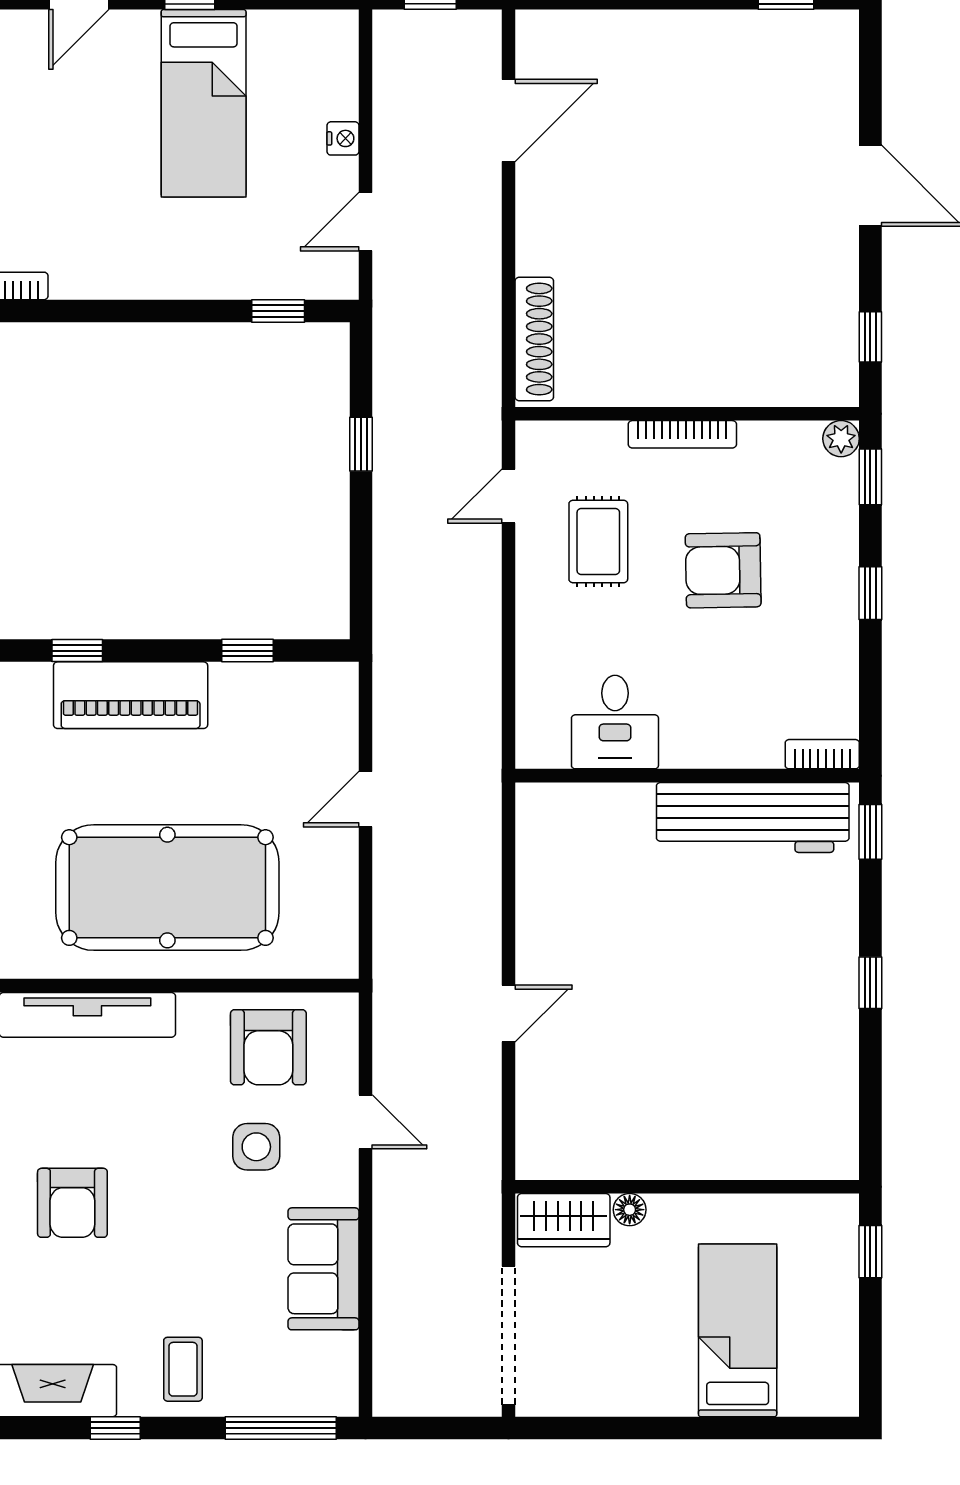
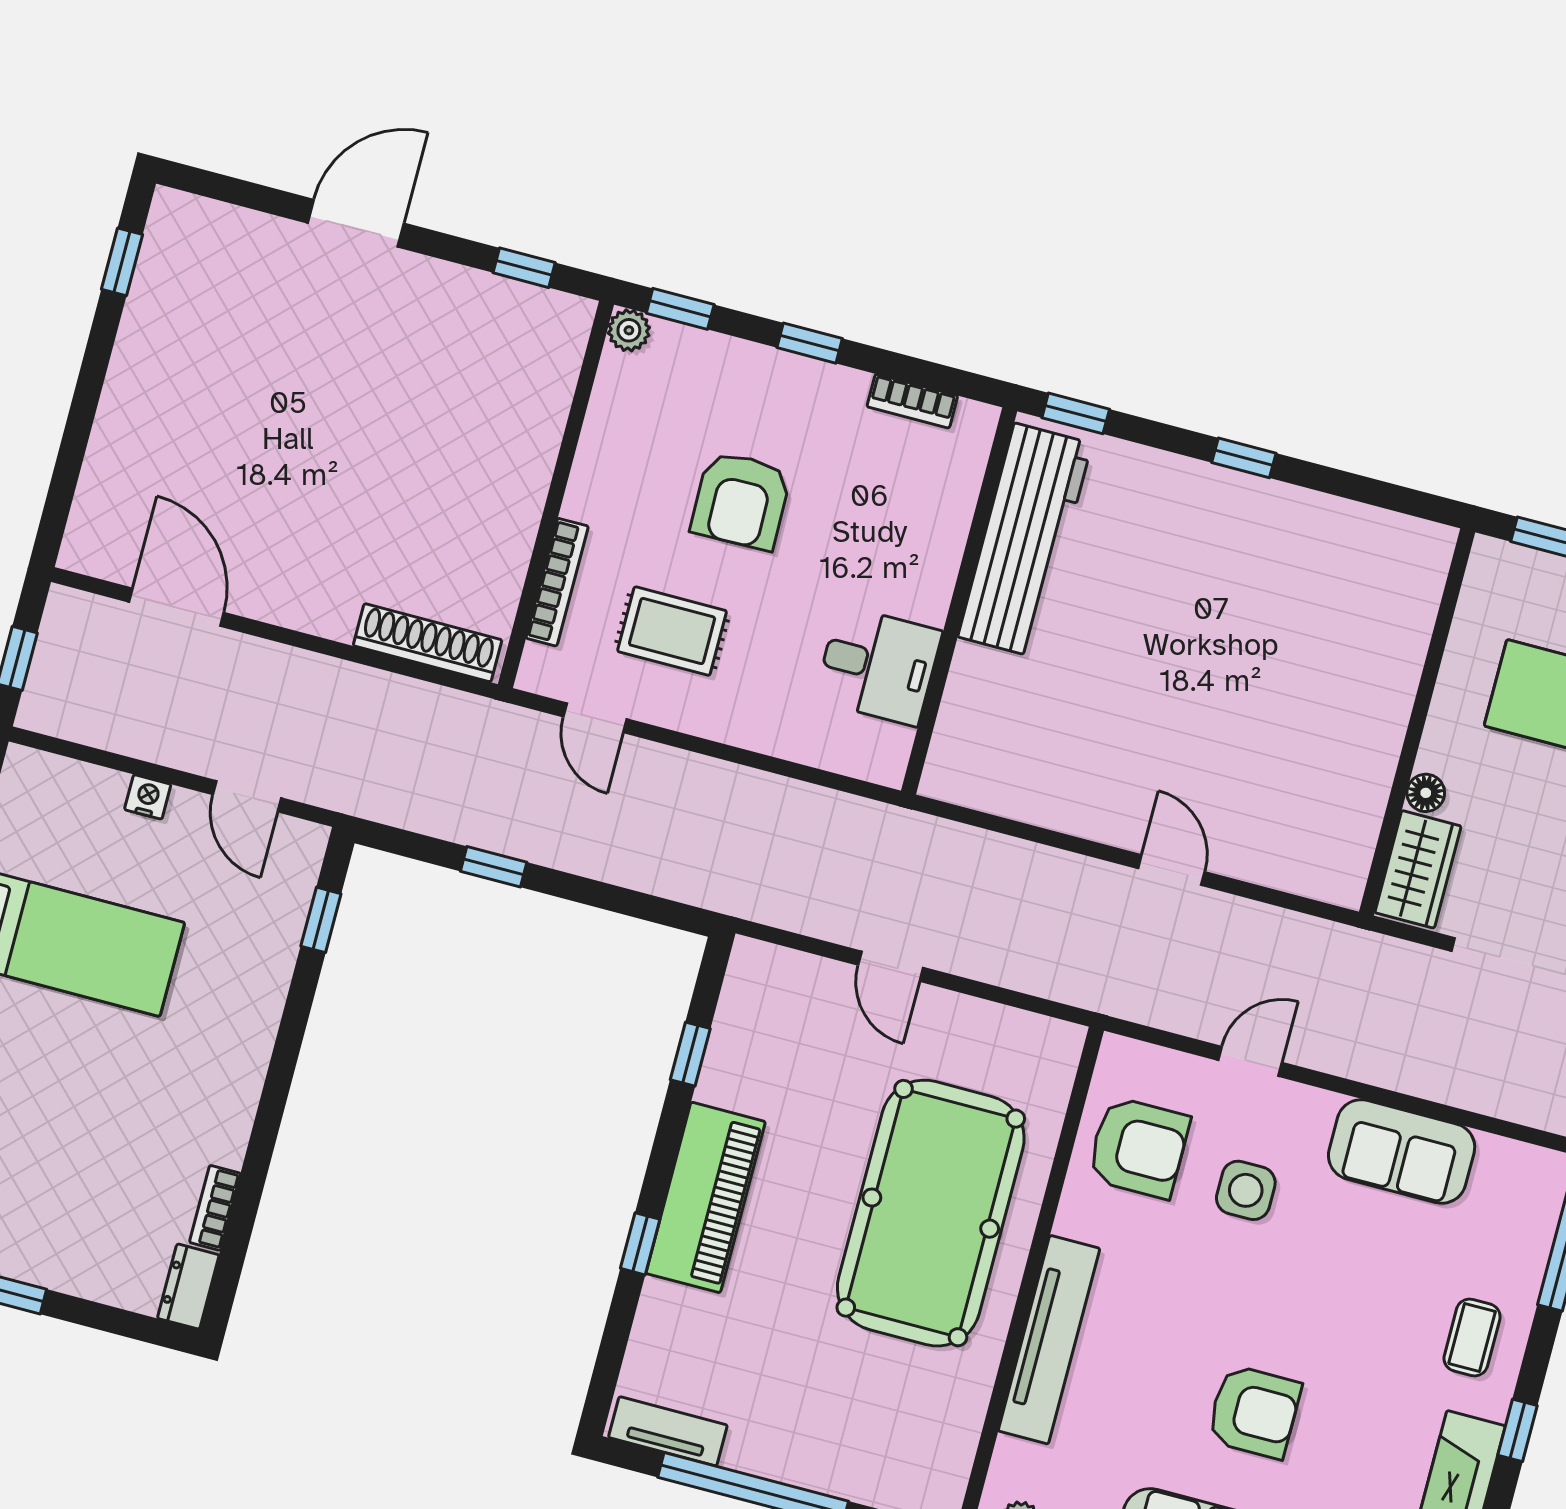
bookcase: (682, 434) -> (557, 582), moved
bookcase: (822, 754) -> (912, 401), moved, turned -90
coffee table: (183, 1369) -> (1472, 1337), turned 90

